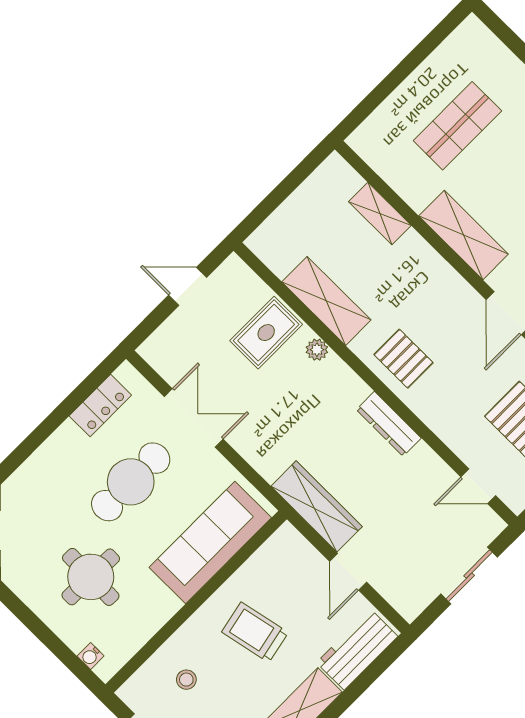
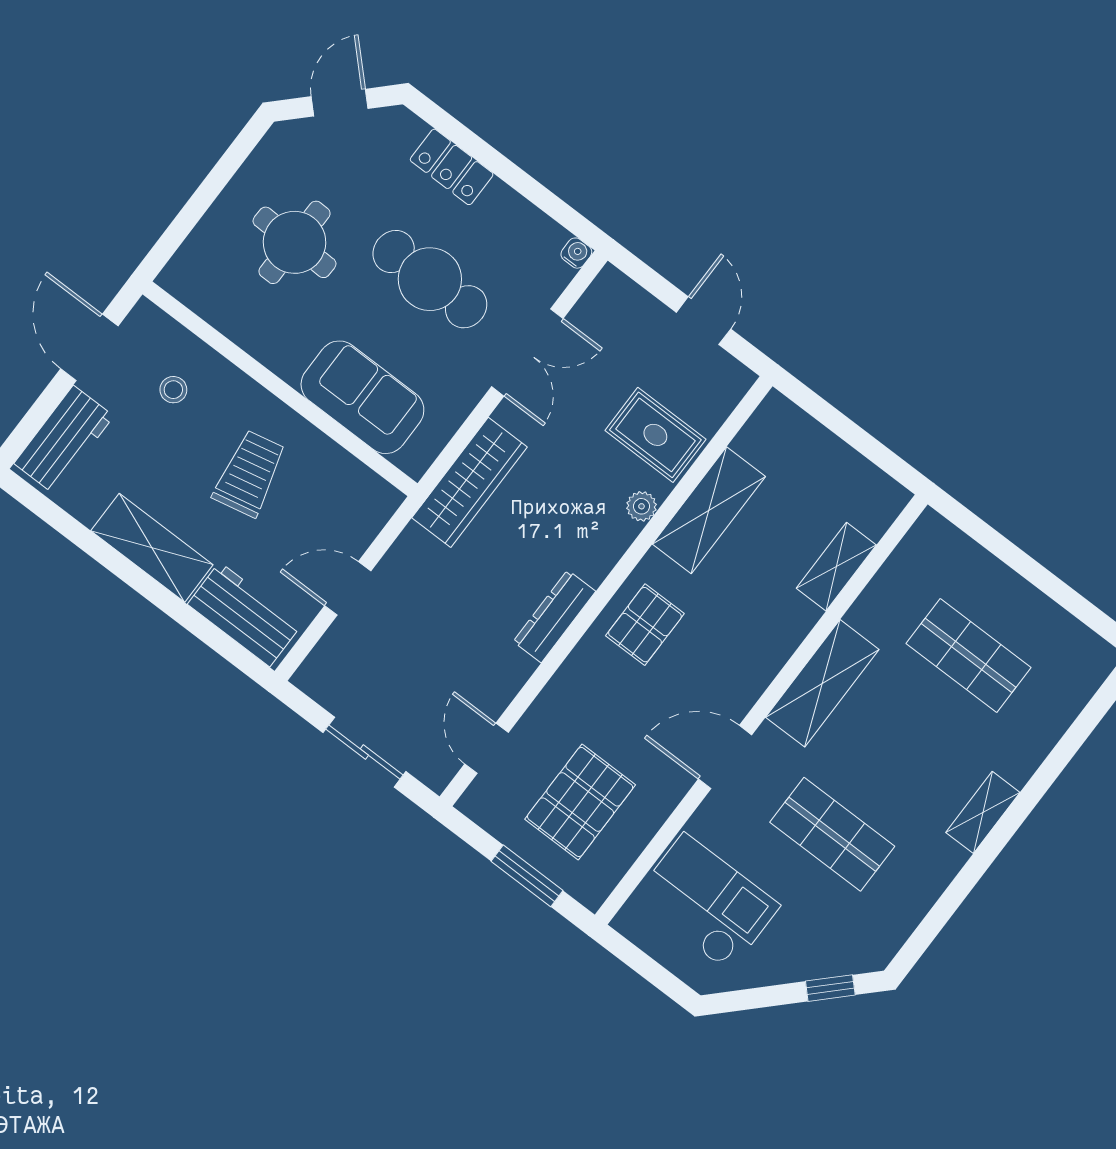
locker: (100, 406) -> (452, 167), moved
wardrobe: (317, 506) -> (469, 482), moved
sofa: (210, 542) -> (362, 397), width x0.73
water cooler: (91, 656) -> (576, 253), moved, turned 90

